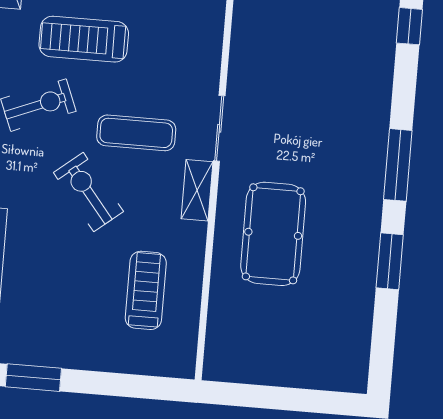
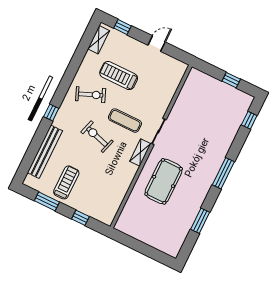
exercise bike: (88, 192) -> (97, 137), turned -34
window: (390, 261) -> (200, 221), moved
treadmill: (146, 290) -> (66, 182), moved
window: (121, 385) -> (80, 218), added

